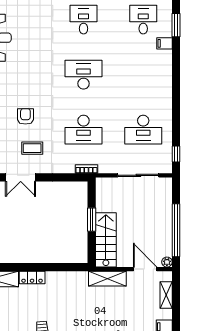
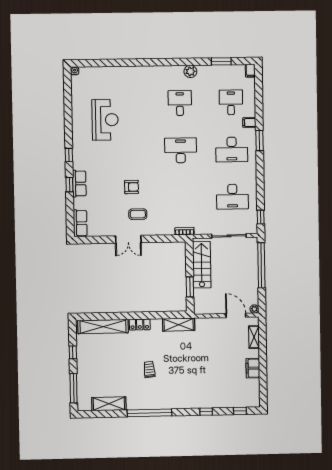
window: (176, 25) -> (260, 140), moved
armchair: (25, 116) -> (132, 187), turned 90
desk: (84, 130) -> (232, 150), moved
window: (92, 220) -> (190, 287), moved
window: (176, 230) -> (261, 265), moved
stairs: (106, 240) -> (202, 265), moved
shelving: (107, 279) -> (179, 325), moved

